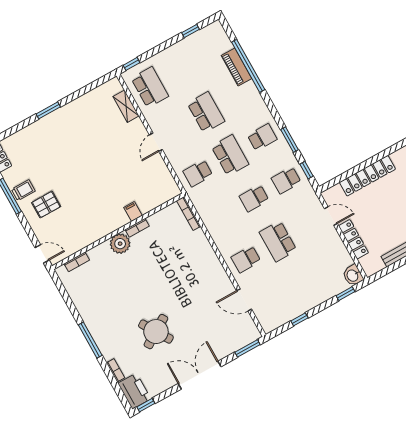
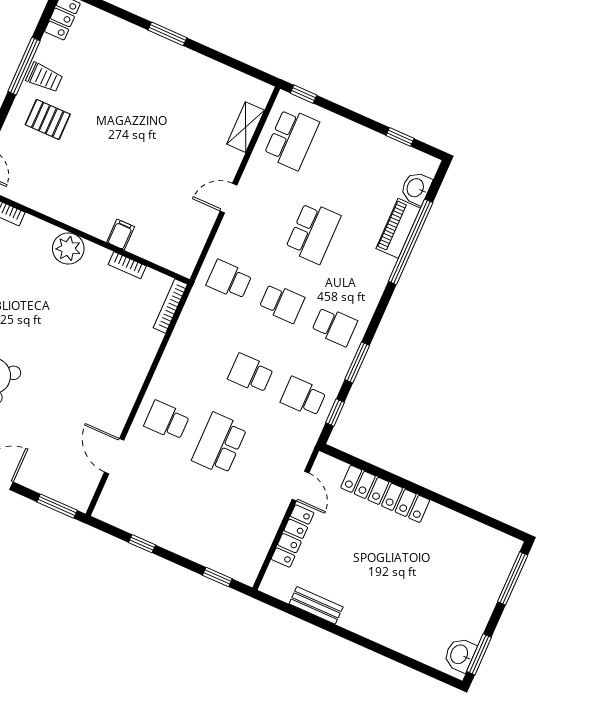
school desk: (230, 155) -> (282, 303), width x0.54
bookcase: (137, 228) -> (127, 265), moved
washbasin: (353, 275) -> (416, 188), moved

